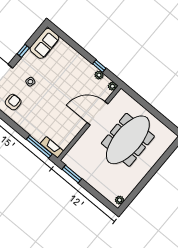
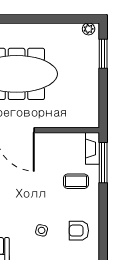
coffee table: (42, 123) -> (76, 181), added
window: (72, 174) -> (103, 54), moved

